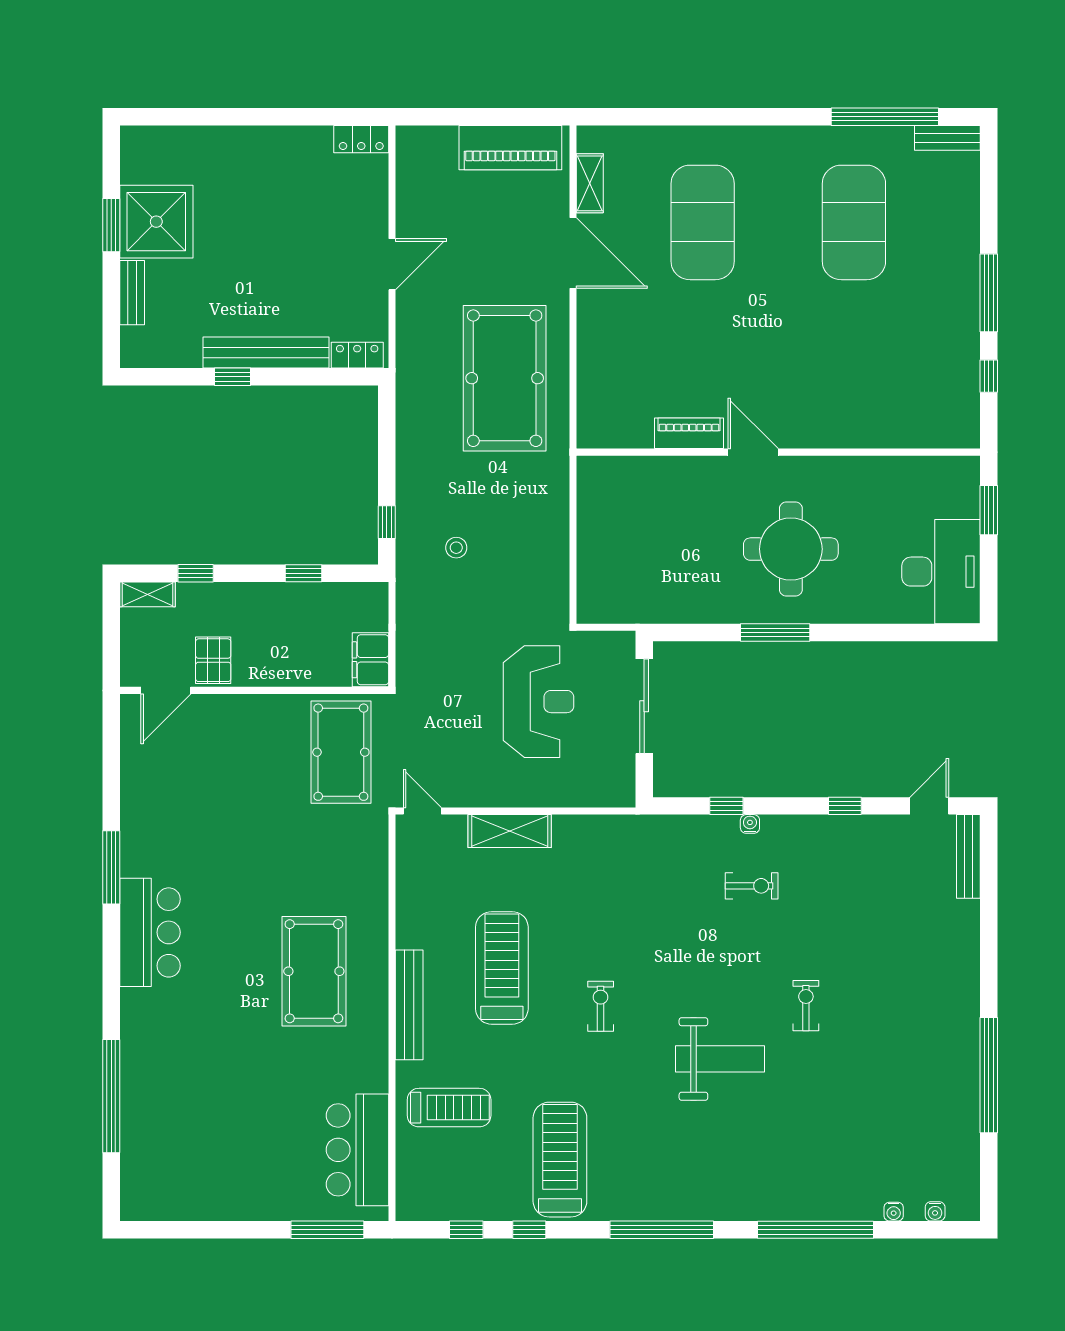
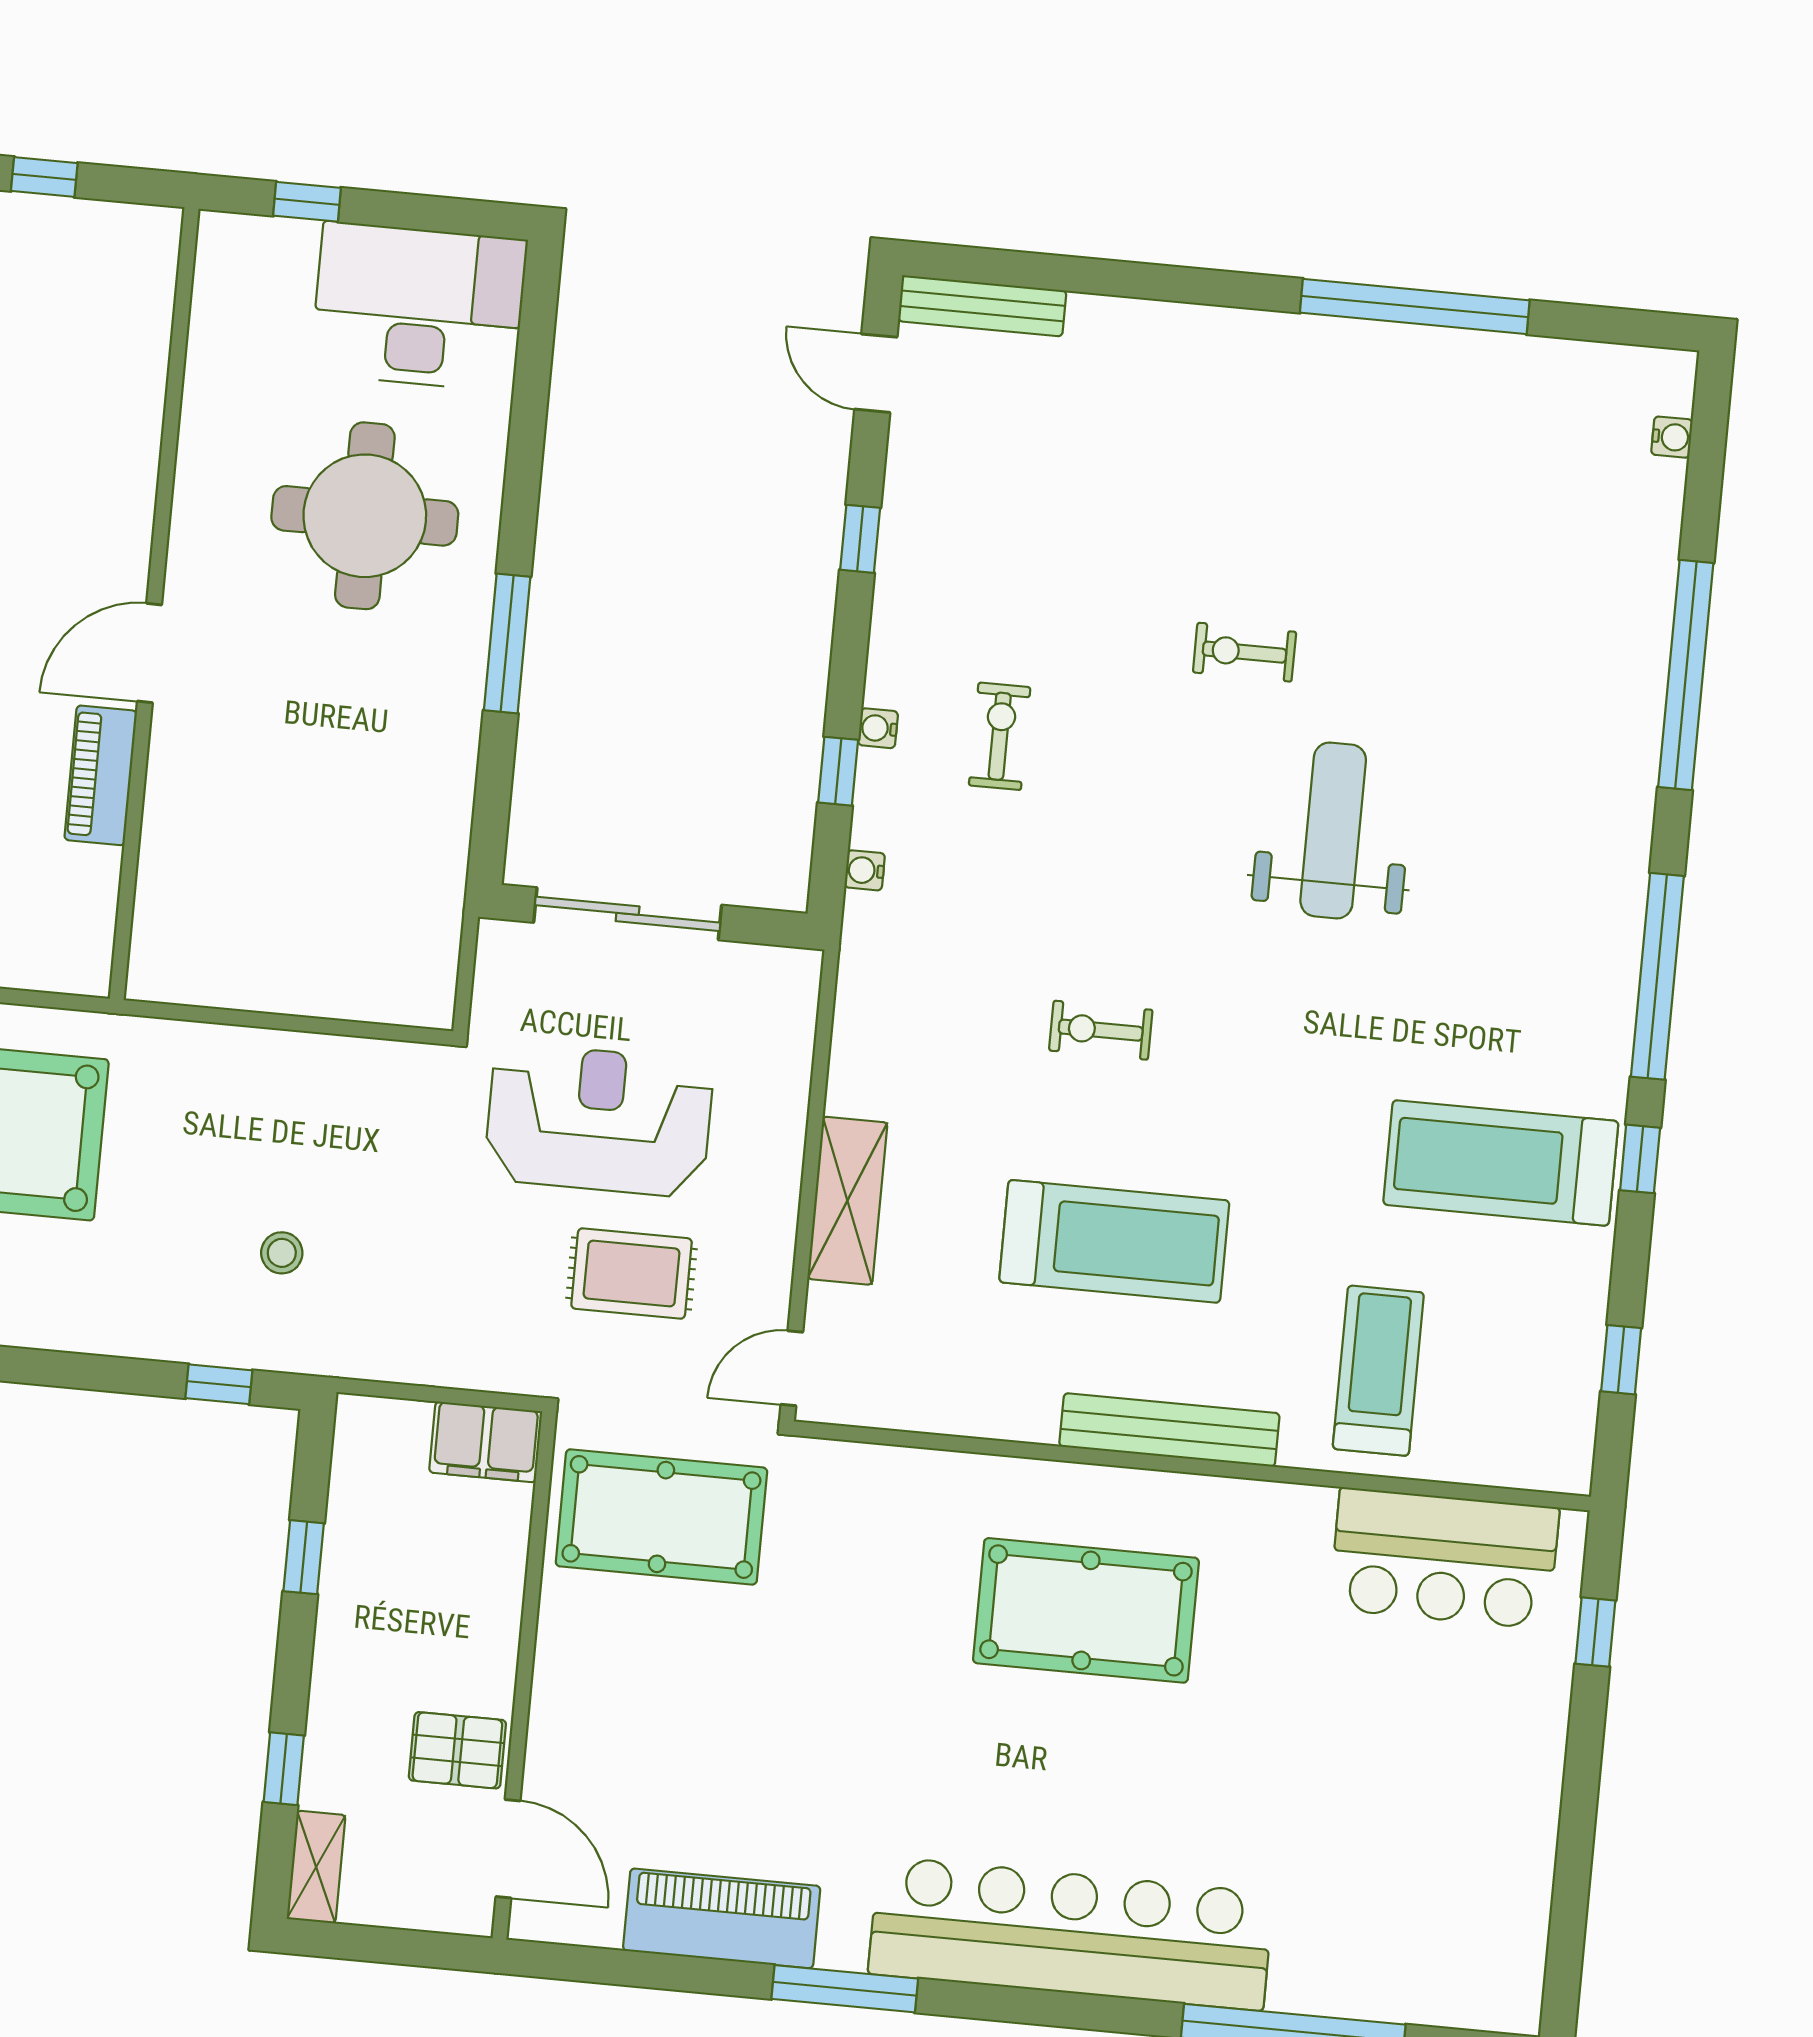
window: (989, 510) -> (307, 202), width x0.67
round table: (791, 549) -> (365, 516), moved
rug: (463, 725) -> (632, 1274), added
piano: (141, 802) -> (722, 1918), added
bar counter: (150, 932) -> (1071, 1933), width x1.86
treadmill: (502, 968) -> (1114, 1241), turned 180
exercise bike: (601, 1006) -> (1101, 1030), moved
water cooler: (894, 1212) -> (865, 870), moved, turned 180
window: (327, 1230) -> (1595, 1632), width x0.46
window: (529, 1230) -> (1640, 1159), moved

